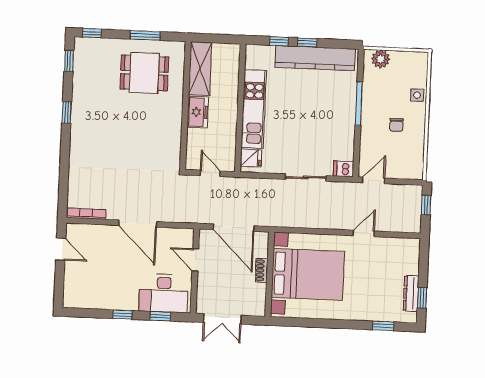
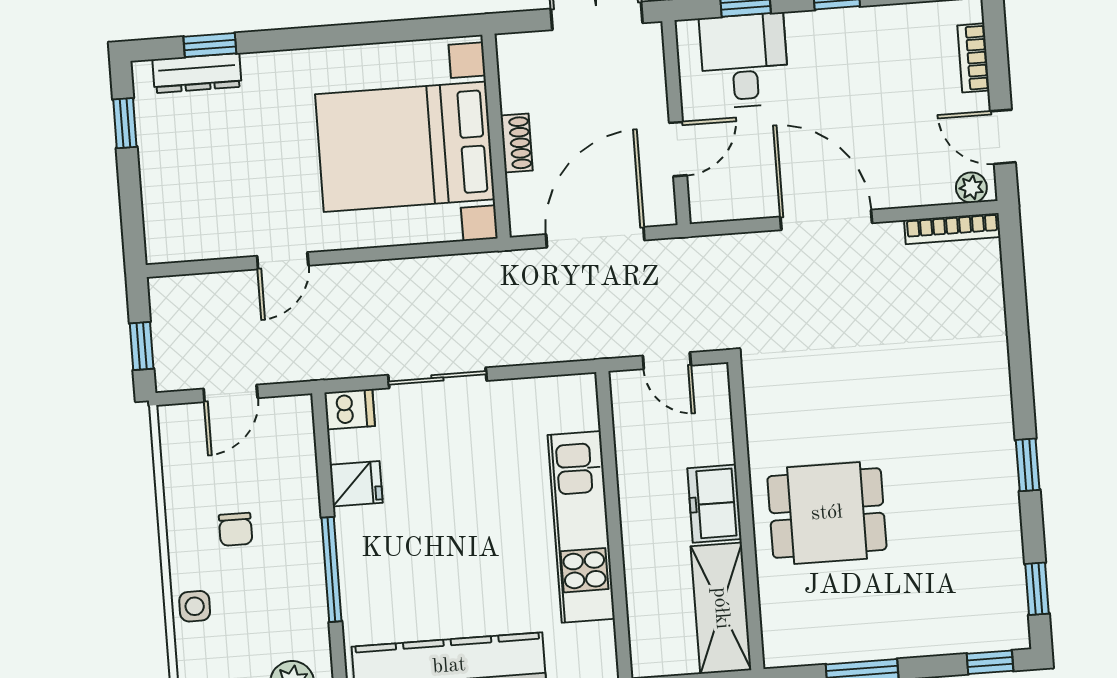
dining table: (144, 73) -> (827, 513), moved
chair: (396, 125) -> (236, 529), turned 180
fridge: (251, 158) -> (356, 484), moved, turned 180
door: (374, 180) -> (231, 393), moved
door: (234, 228) -> (595, 237), hinge flipped
plant: (76, 230) -> (971, 188), added
door: (195, 260) -> (678, 149), hinge flipped
bookcase: (69, 283) -> (973, 58), added
desk: (164, 293) -> (744, 61), width x0.73
dresser: (411, 293) -> (197, 73), moved, turned 90

